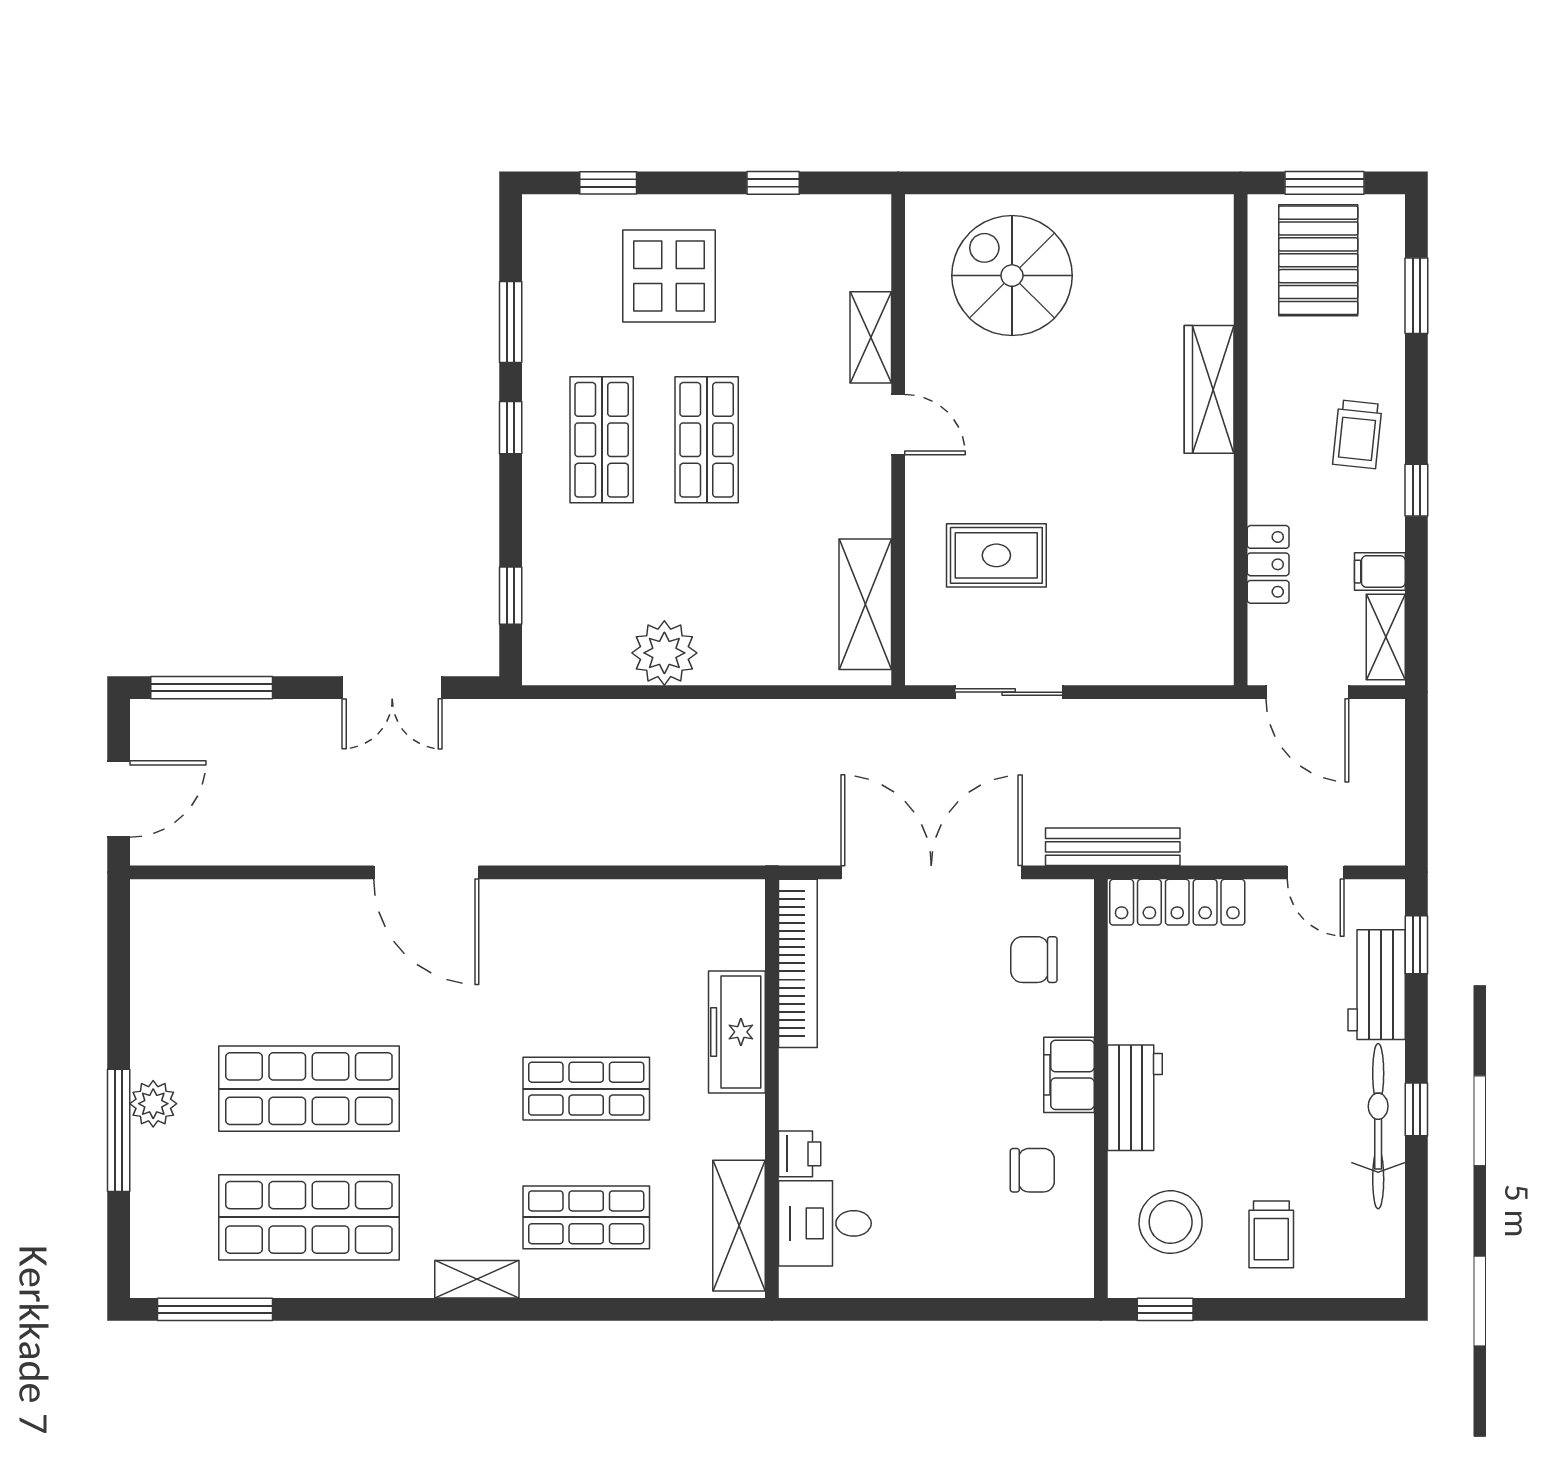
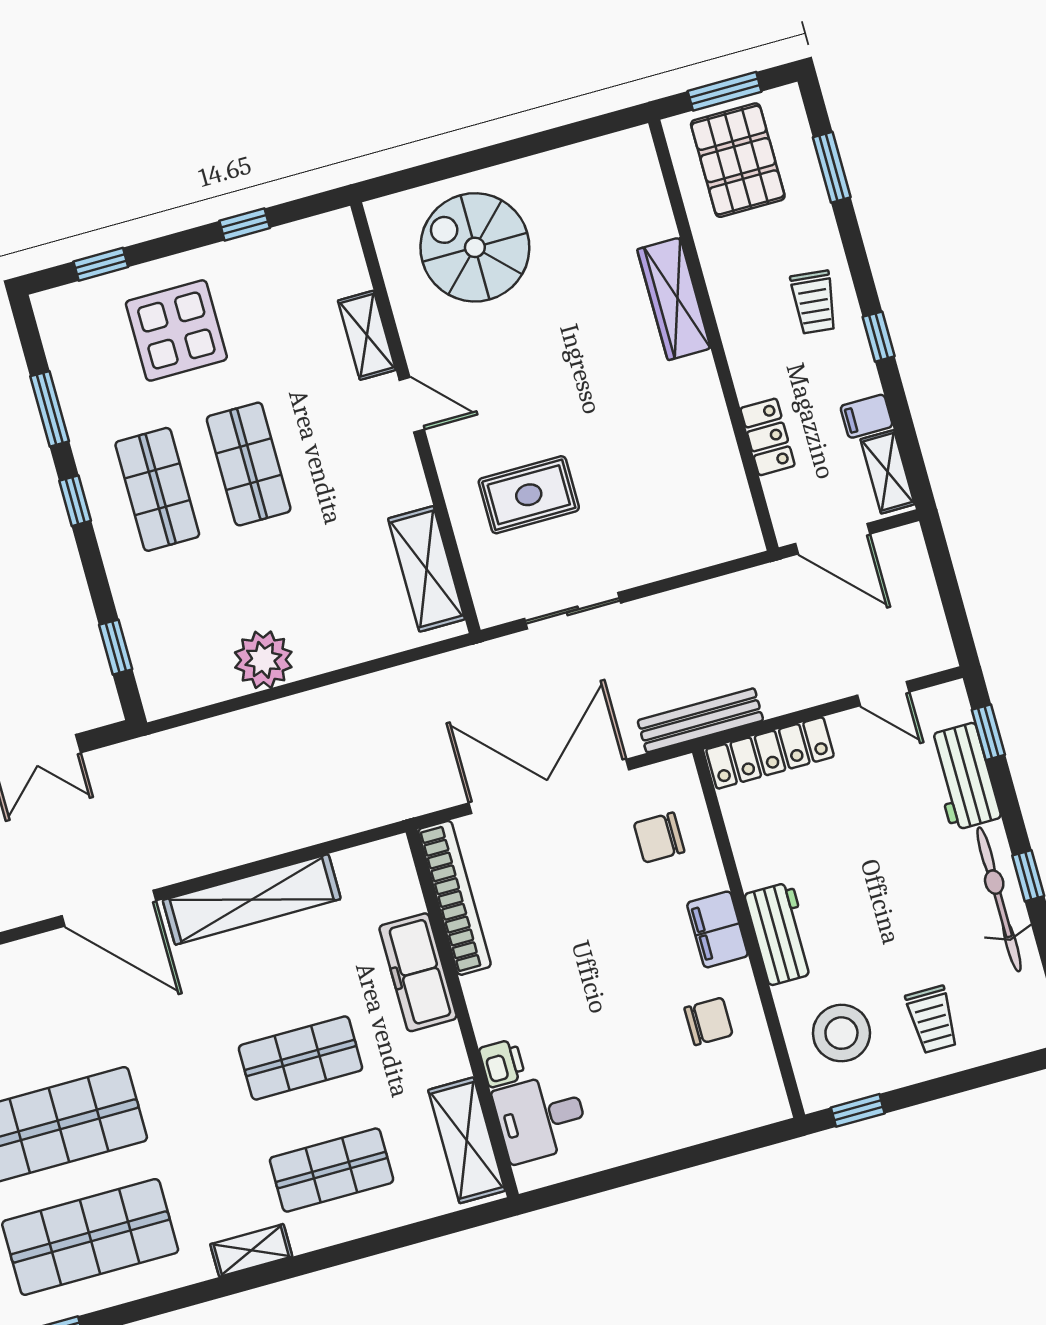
shelving: (581, 905) -> (252, 899), added

